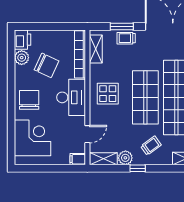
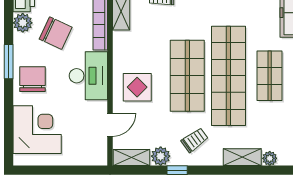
window: (11, 87) -> (9, 62), added
display table: (108, 94) -> (137, 87), moved
filing cabinet: (78, 159) -> (97, 158), removed

